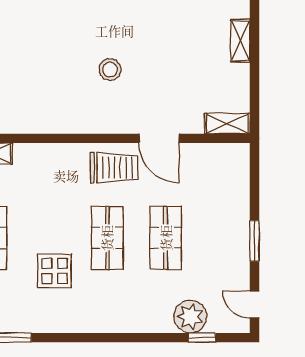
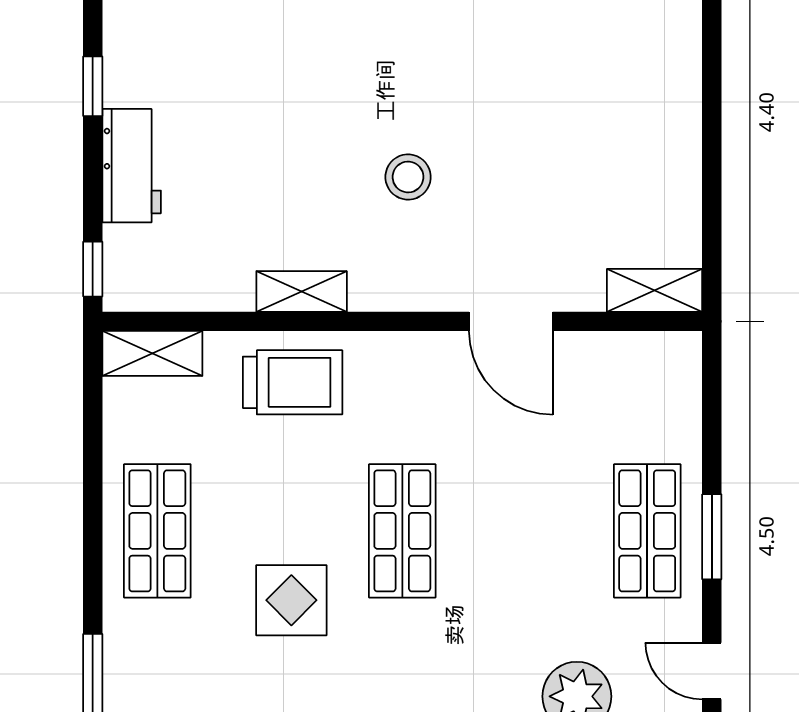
shelving: (240, 41) -> (302, 291), moved, turned 90
trolley: (114, 168) -> (293, 382), moved
shop shelf: (166, 238) -> (647, 531), moved

